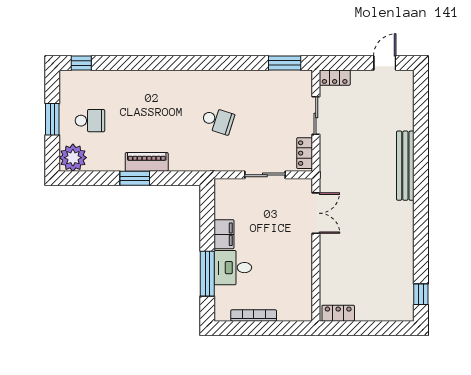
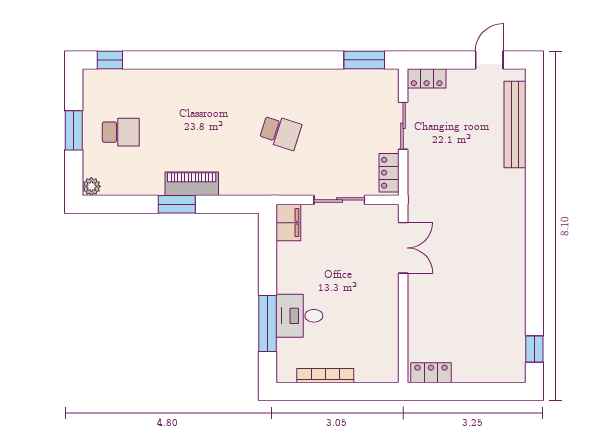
plant: (73, 158) -> (91, 186), width x0.53, depth x0.53
bench: (405, 166) -> (515, 125), moved
filing cabinet: (224, 234) -> (288, 223), moved

